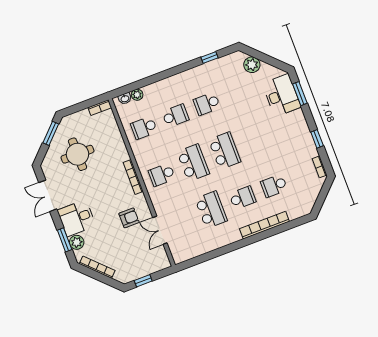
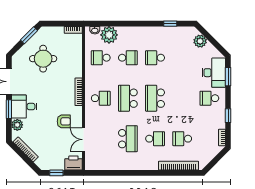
plant: (137, 95) -> (109, 35), width x1.87, depth x1.87
school desk: (288, 127) -> (209, 98), added
school desk: (225, 151) -> (155, 98), turned 180
school desk: (193, 163) -> (128, 98), turned 180
school desk: (162, 175) -> (101, 98), turned 180
bookcase: (264, 225) -> (178, 166), moved
window: (65, 240) -> (9, 109), moved
printer: (159, 262) -> (73, 163), added

